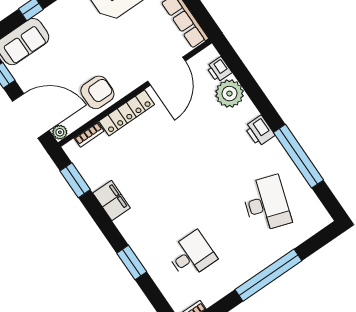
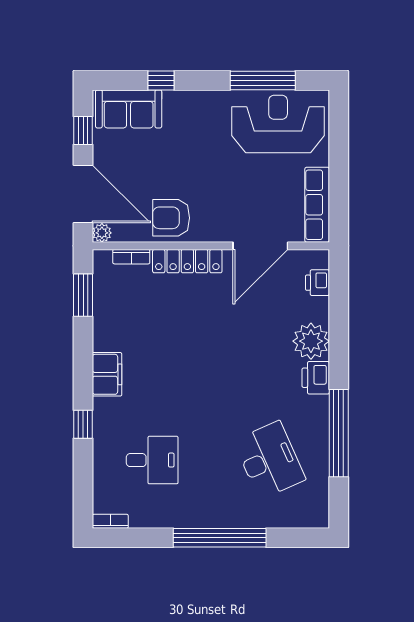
armchair: (97, 92) -> (171, 218), turned 180
plant: (229, 94) -> (311, 341), moved
filing cabinet: (112, 201) -> (107, 374), moved
desk: (266, 204) -> (270, 460), turned -42
window: (132, 263) -> (83, 424), width x0.67

